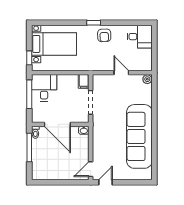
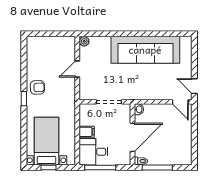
desk: (140, 37) -> (39, 50), removed
window: (29, 58) -> (49, 168), moved
filing cabinet: (84, 81) -> (87, 132), moved

